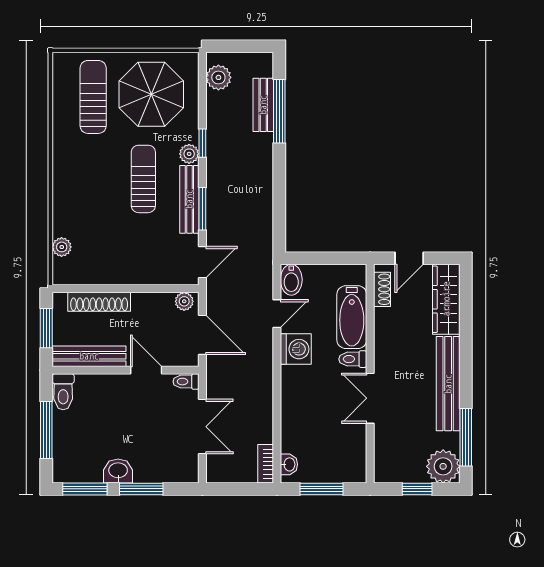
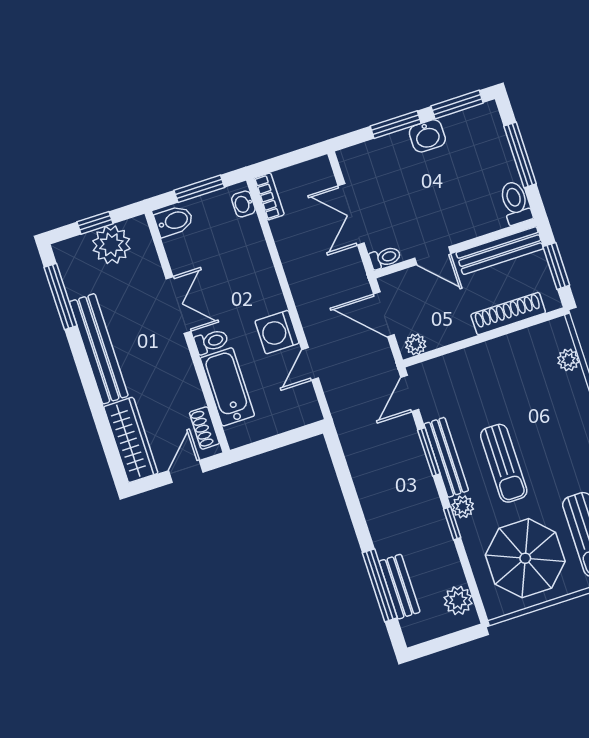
bidet: (291, 280) -> (174, 221), moved, turned 90
plant: (443, 466) -> (111, 245), moved

